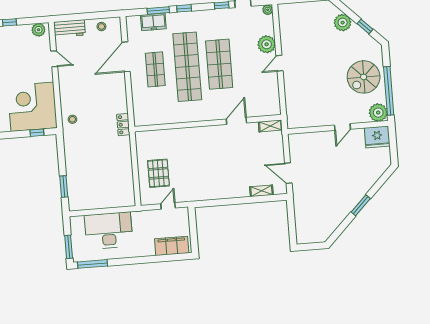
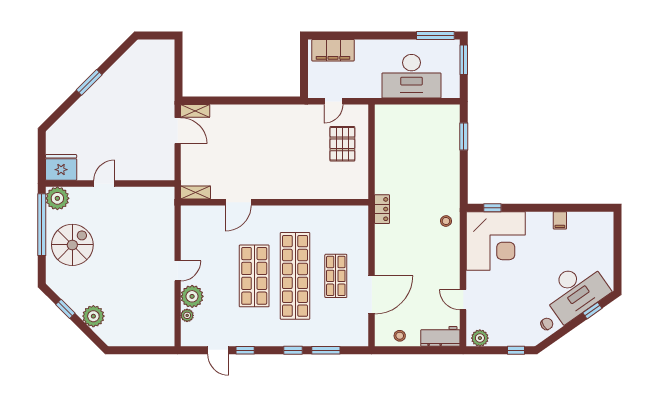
plant: (268, 10) -> (187, 315), moved
freezer: (153, 22) -> (333, 336), removed
shelving: (261, 191) -> (195, 111), moved

